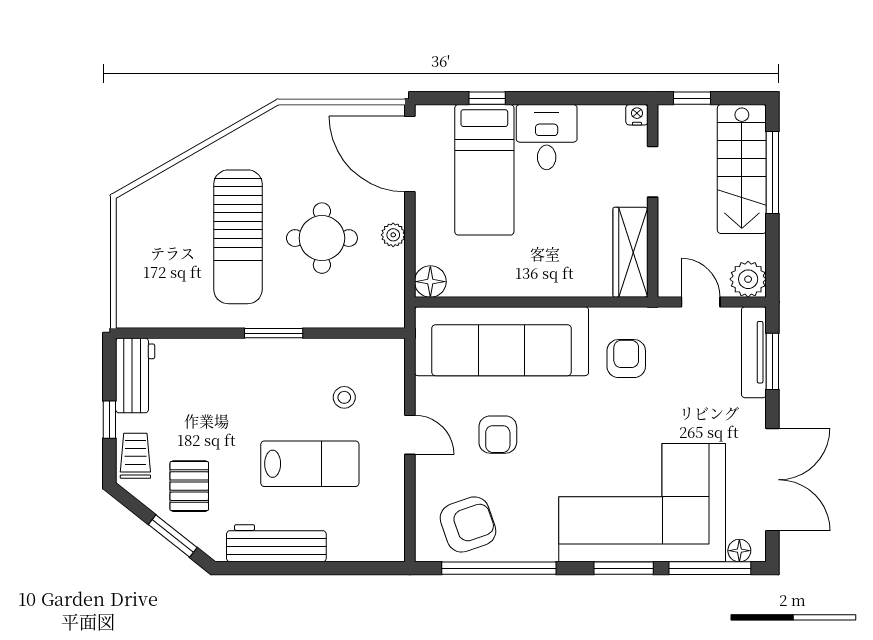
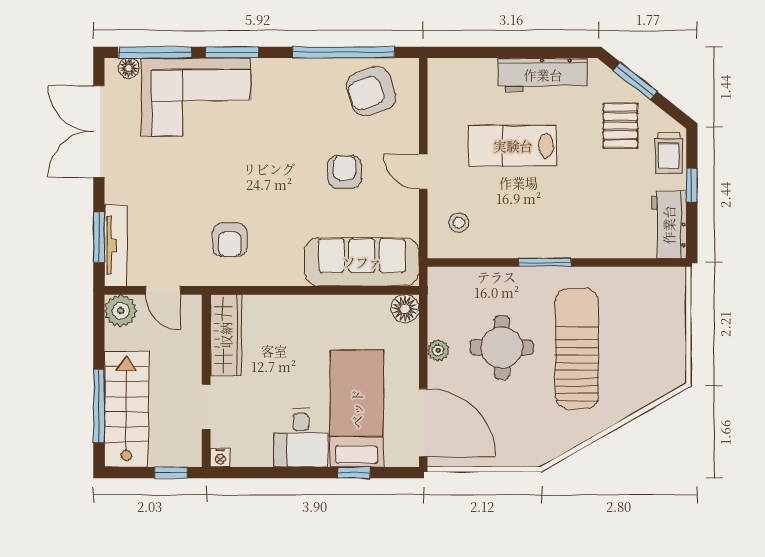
sofa: (501, 341) -> (362, 262), width x0.74, depth x0.79
stool: (344, 397) -> (459, 223), moved
corner sofa: (642, 503) -> (196, 97), width x0.73, depth x0.74

